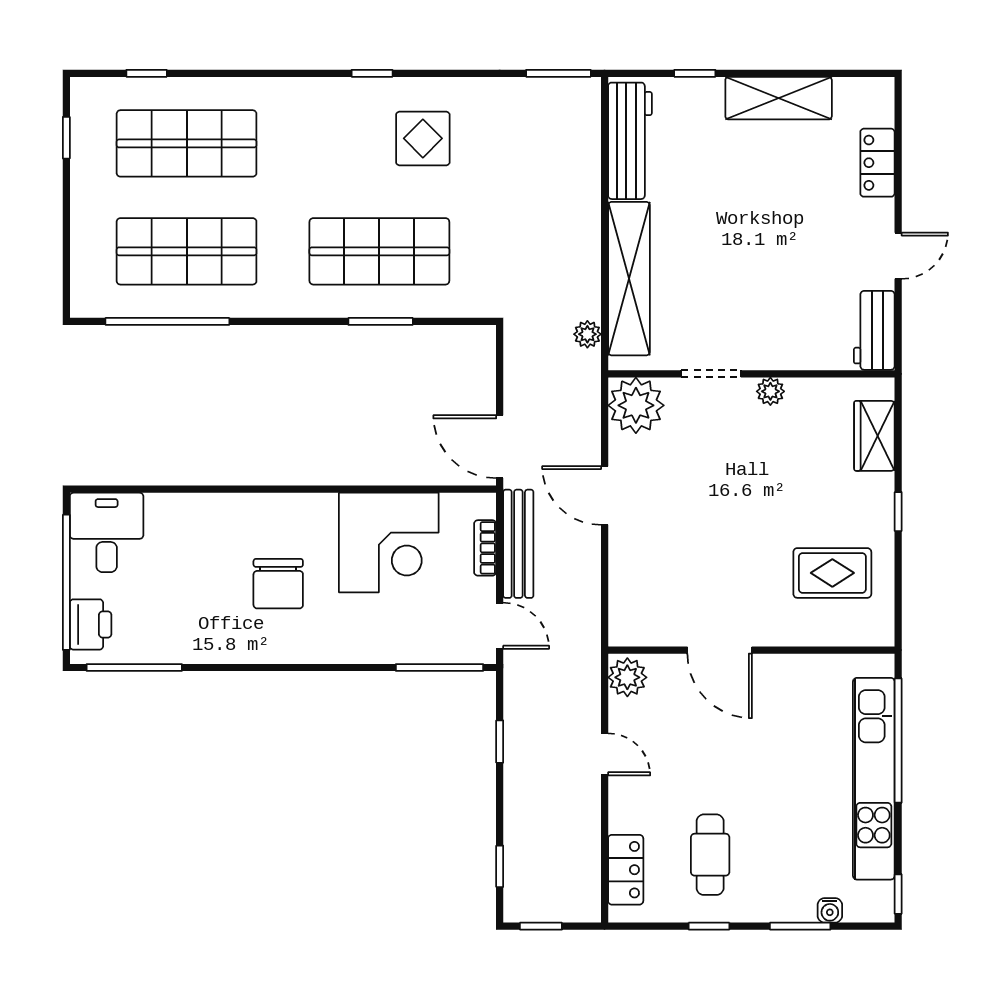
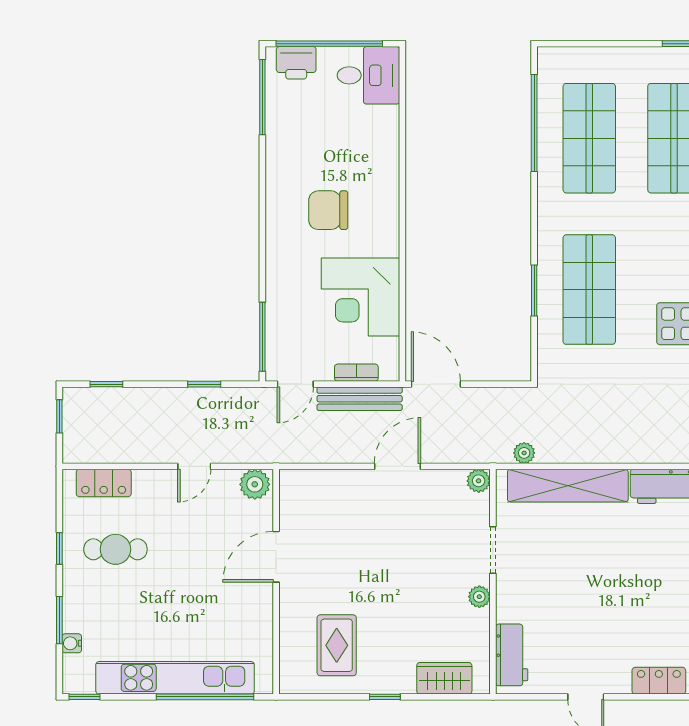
workbench: (874, 330) -> (512, 655), moved, turned 90
plant: (636, 405) -> (479, 481), width x0.53, depth x0.53
door: (500, 447) -> (436, 384), hinge flipped

